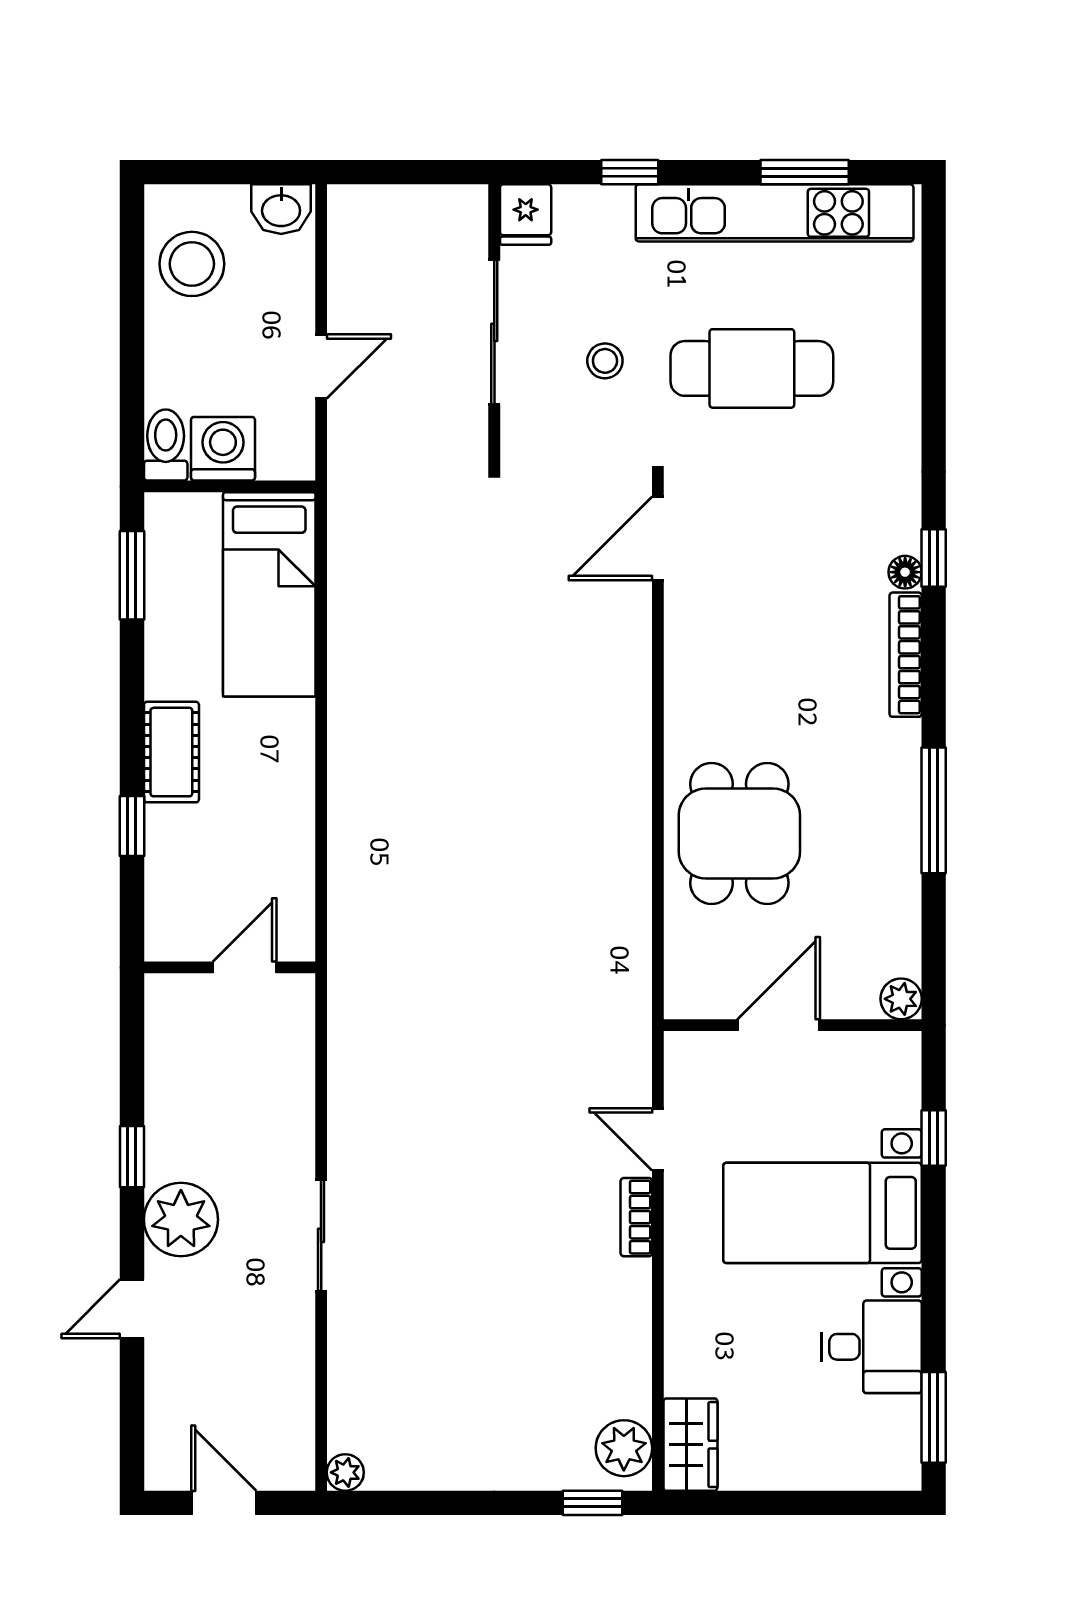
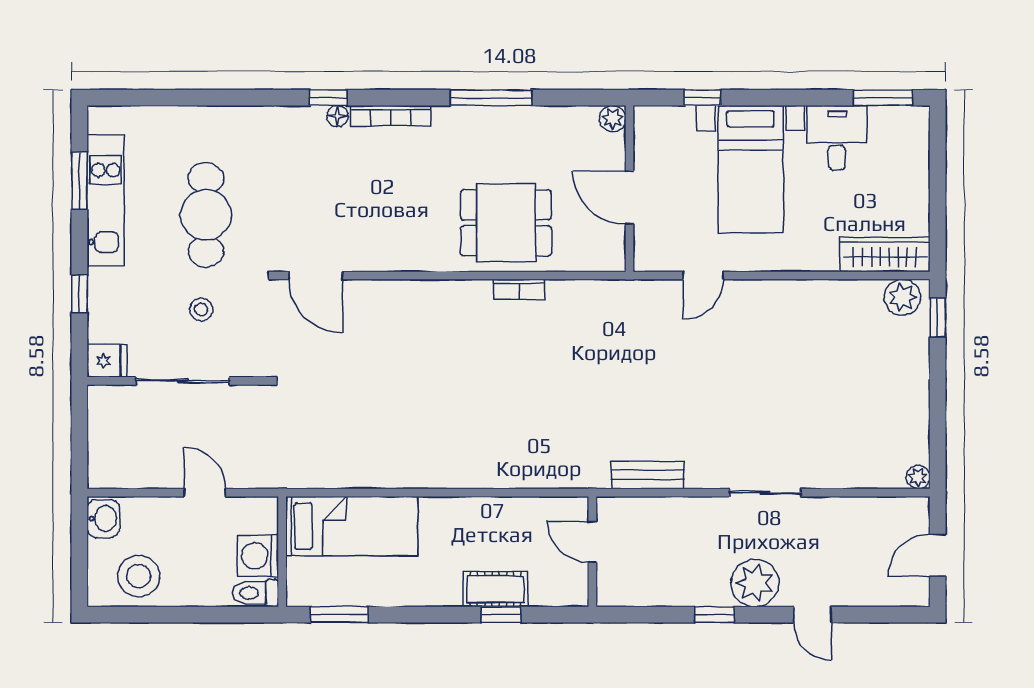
kitchen unit: (775, 213) -> (106, 200), width x0.73
cot: (171, 752) -> (496, 589), moved
bench: (348, 1053) -> (648, 475), added
bookcase: (636, 1217) -> (519, 289), moved
wardrobe: (690, 1445) -> (885, 254), width x1.50

